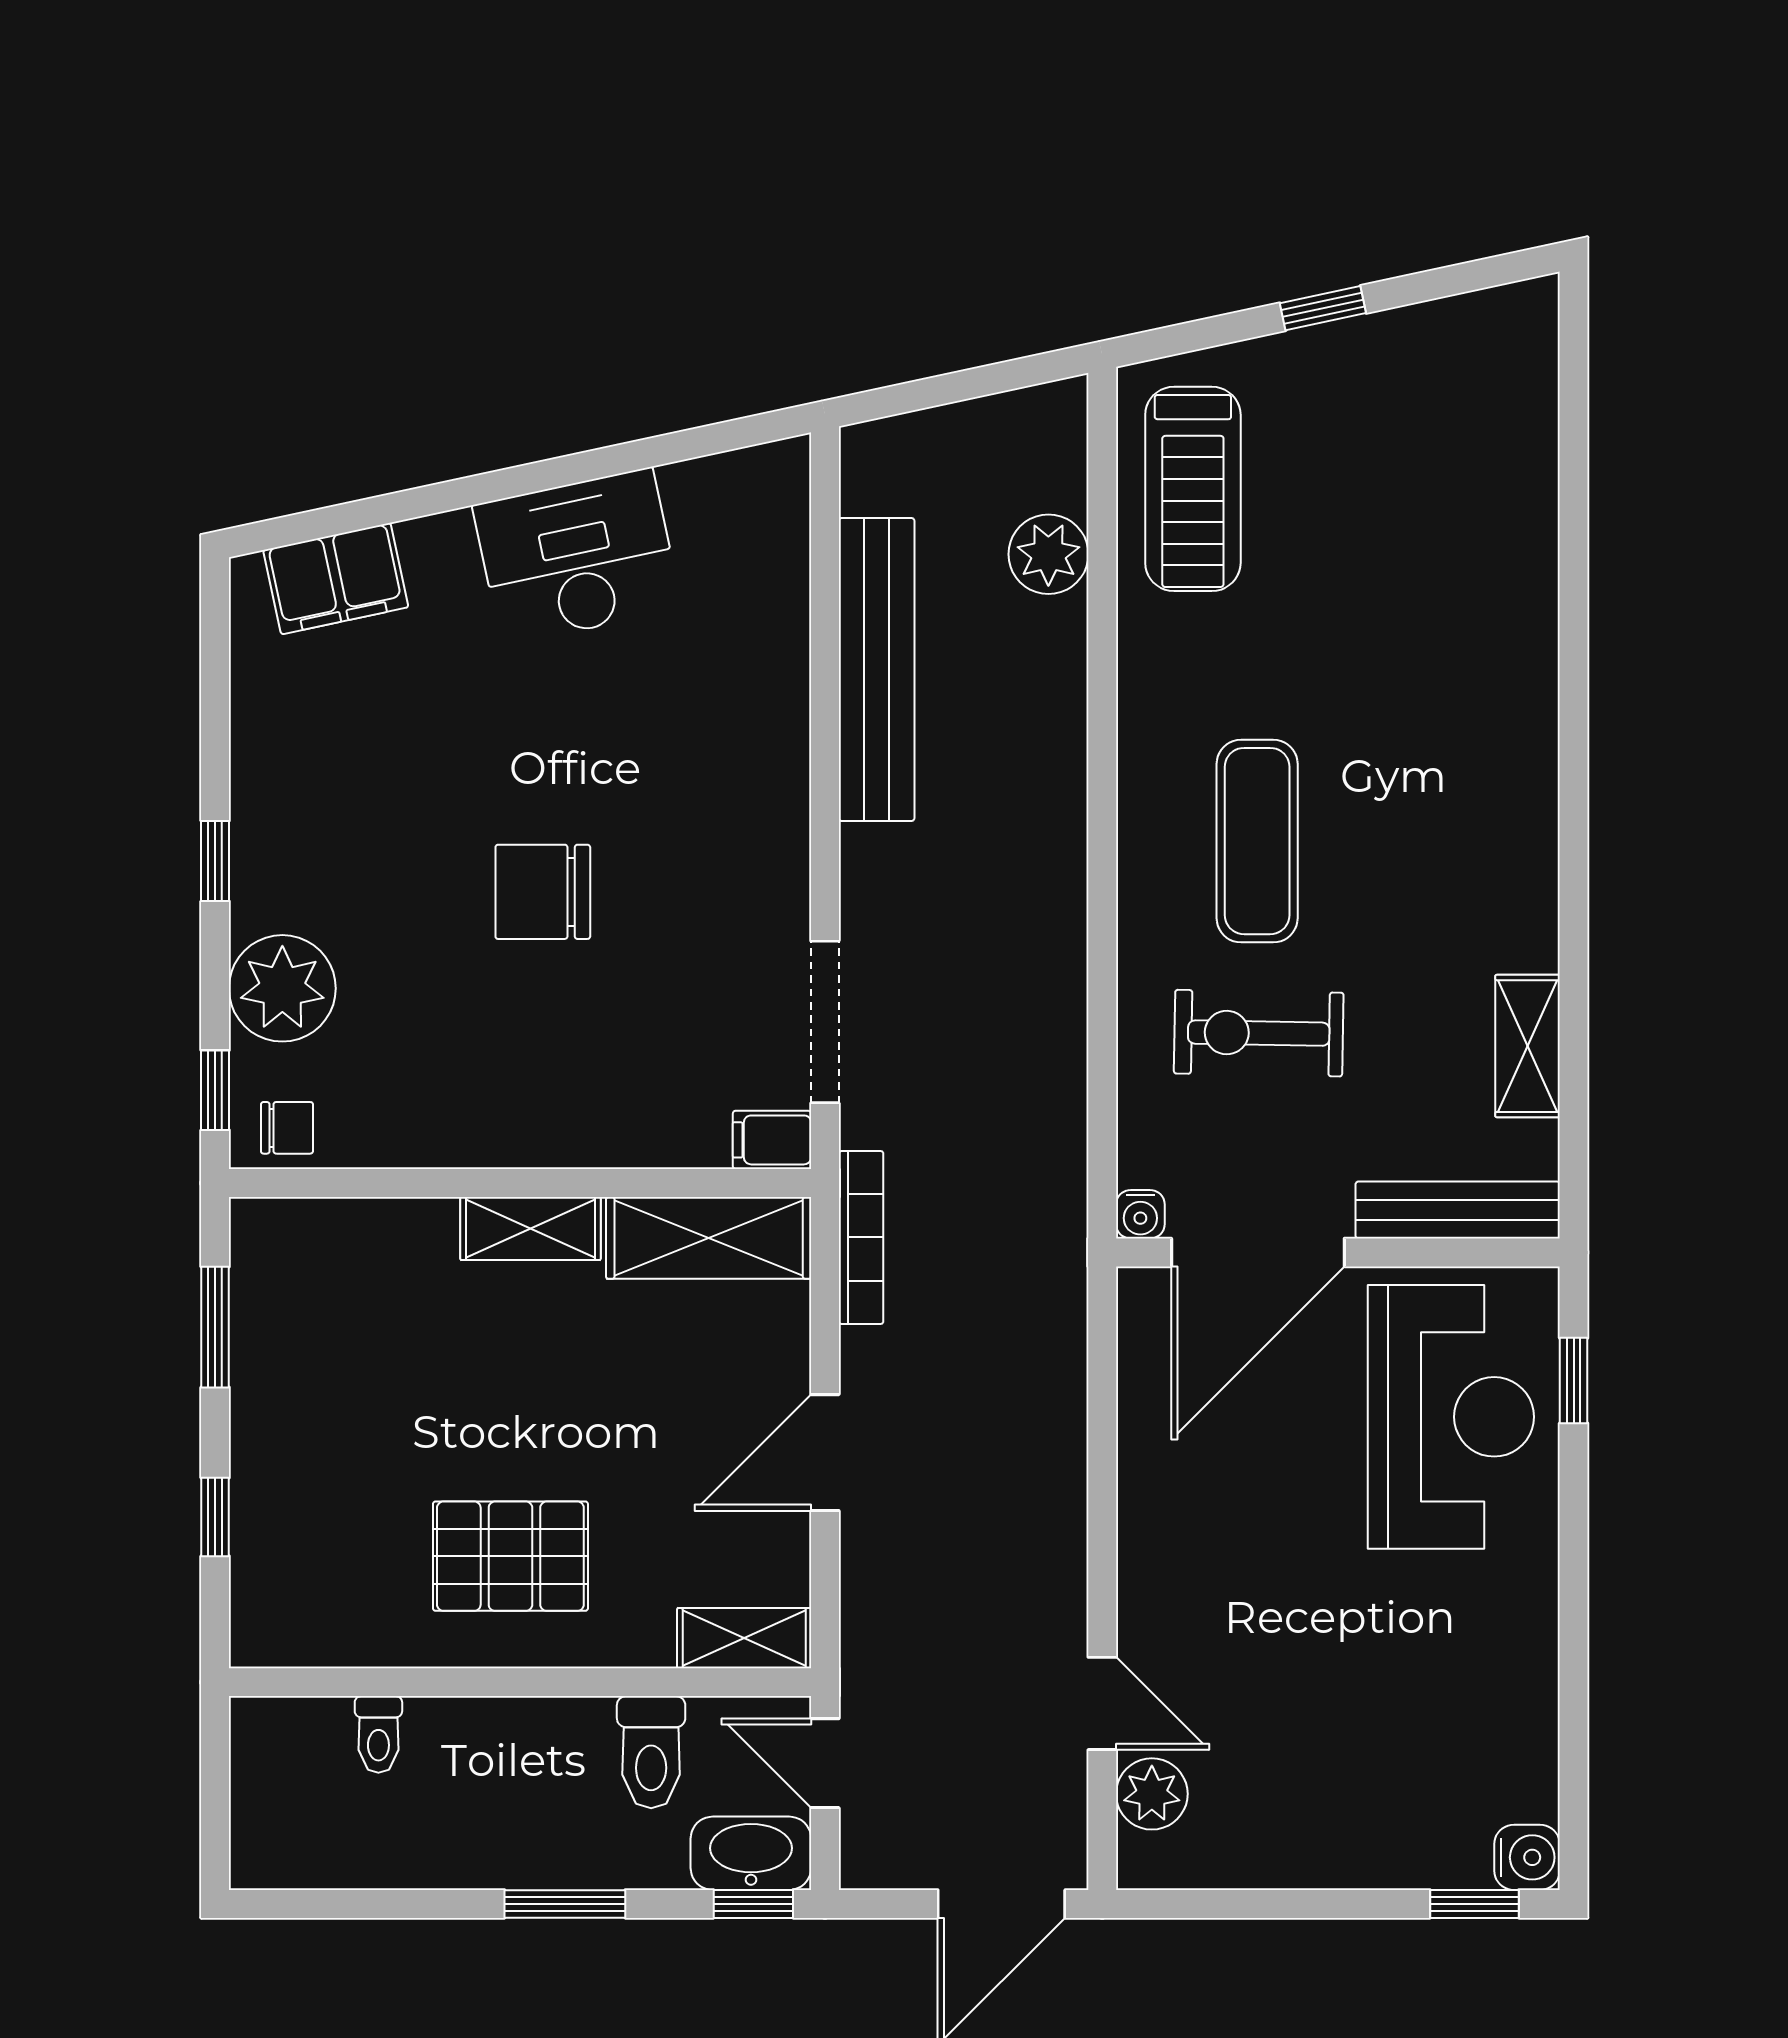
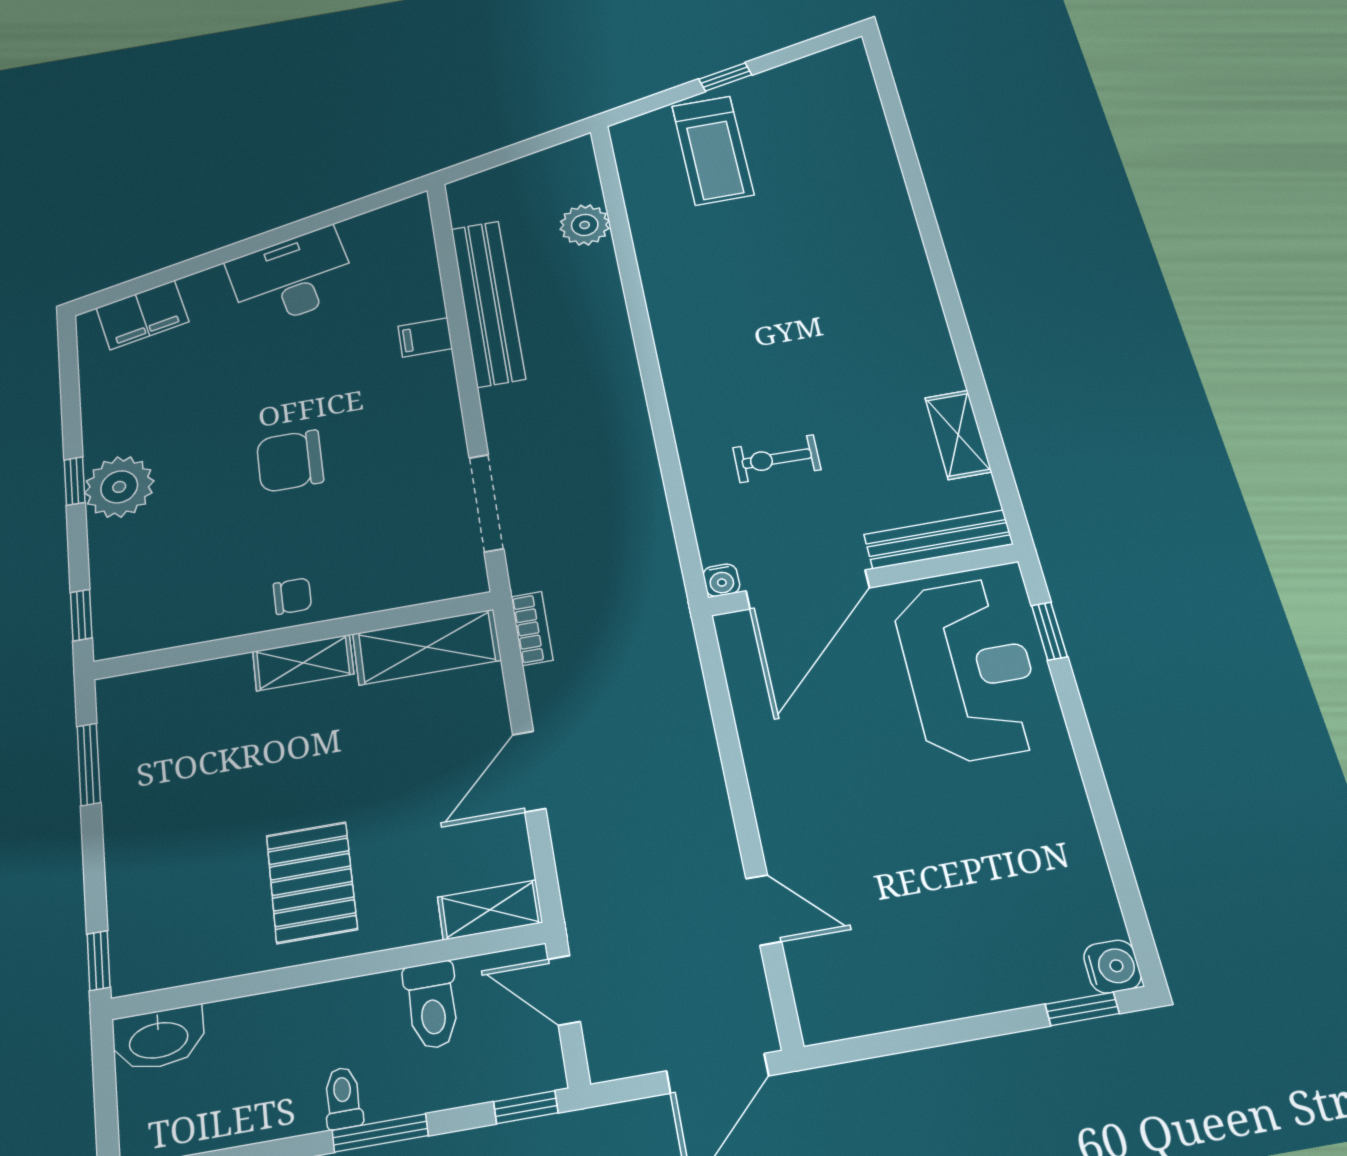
treadmill: (1193, 489) -> (713, 150), moved
exercise mat: (1257, 841) -> (750, 352), removed
plant: (282, 988) -> (119, 487), moved
exercise bike: (1259, 1033) -> (777, 459), width x0.73, depth x0.72
chair: (287, 1128) -> (292, 596), moved
filing cabinet: (772, 1140) -> (425, 337), moved
bookcase: (861, 1237) -> (532, 628), width x0.64
window: (215, 1517) -> (99, 961), moved
pallet: (510, 1556) -> (312, 882), turned 90
toilet: (378, 1734) -> (343, 1098), moved, turned 180
plant: (1152, 1794) -> (815, 970), removed
washbasin: (751, 1853) -> (159, 1039), moved, turned 180

